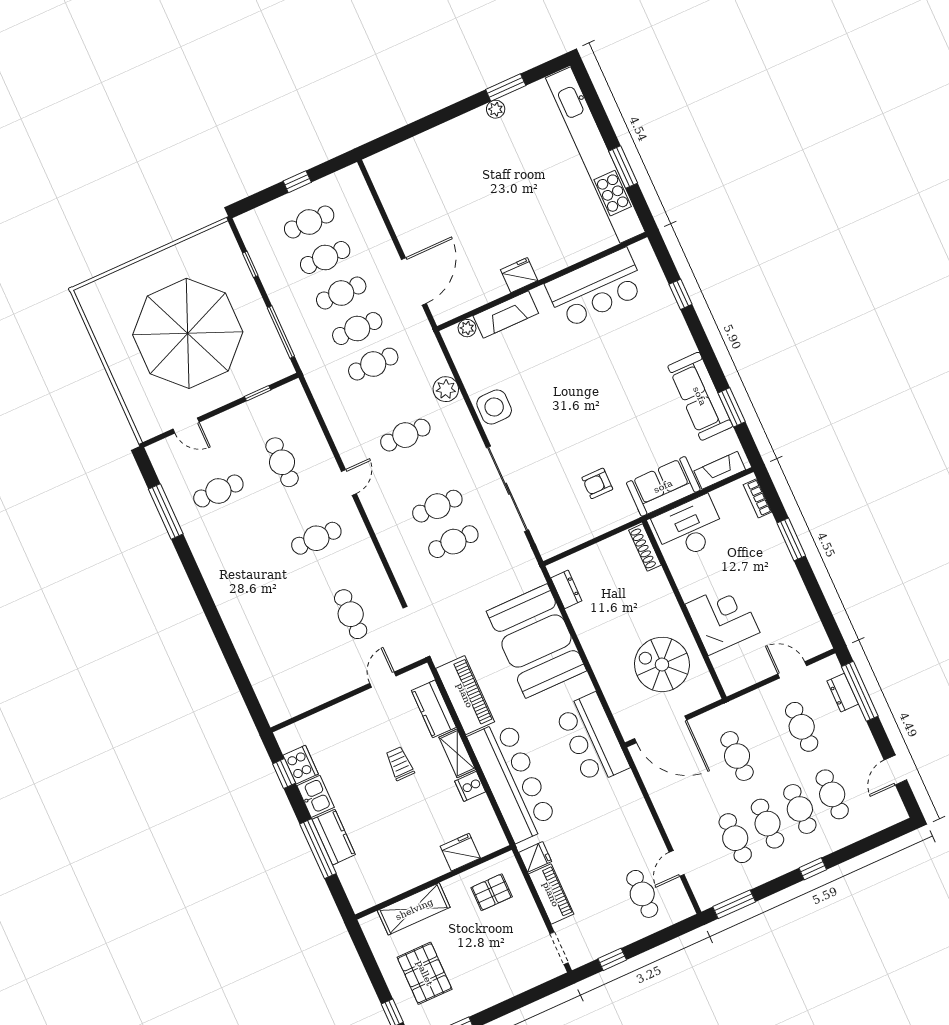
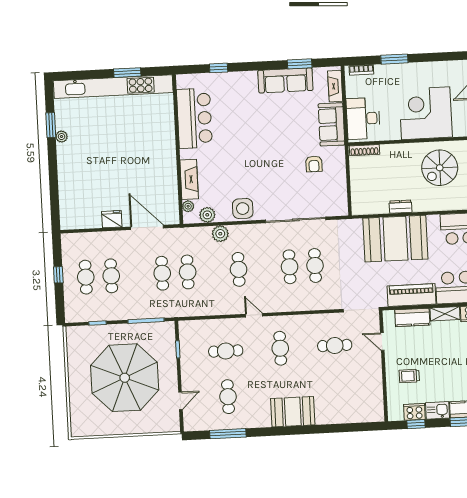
fridge: (519, 275) -> (112, 219), moved, turned 90
cafe table: (341, 293) -> (137, 275), removed
plant: (465, 360) -> (207, 215), added
dresser: (566, 589) -> (401, 207), moved
booth: (233, 591) -> (293, 412), added
corner desk: (722, 618) -> (426, 113), width x1.36, depth x1.36
trolley: (400, 763) -> (409, 376), moved

